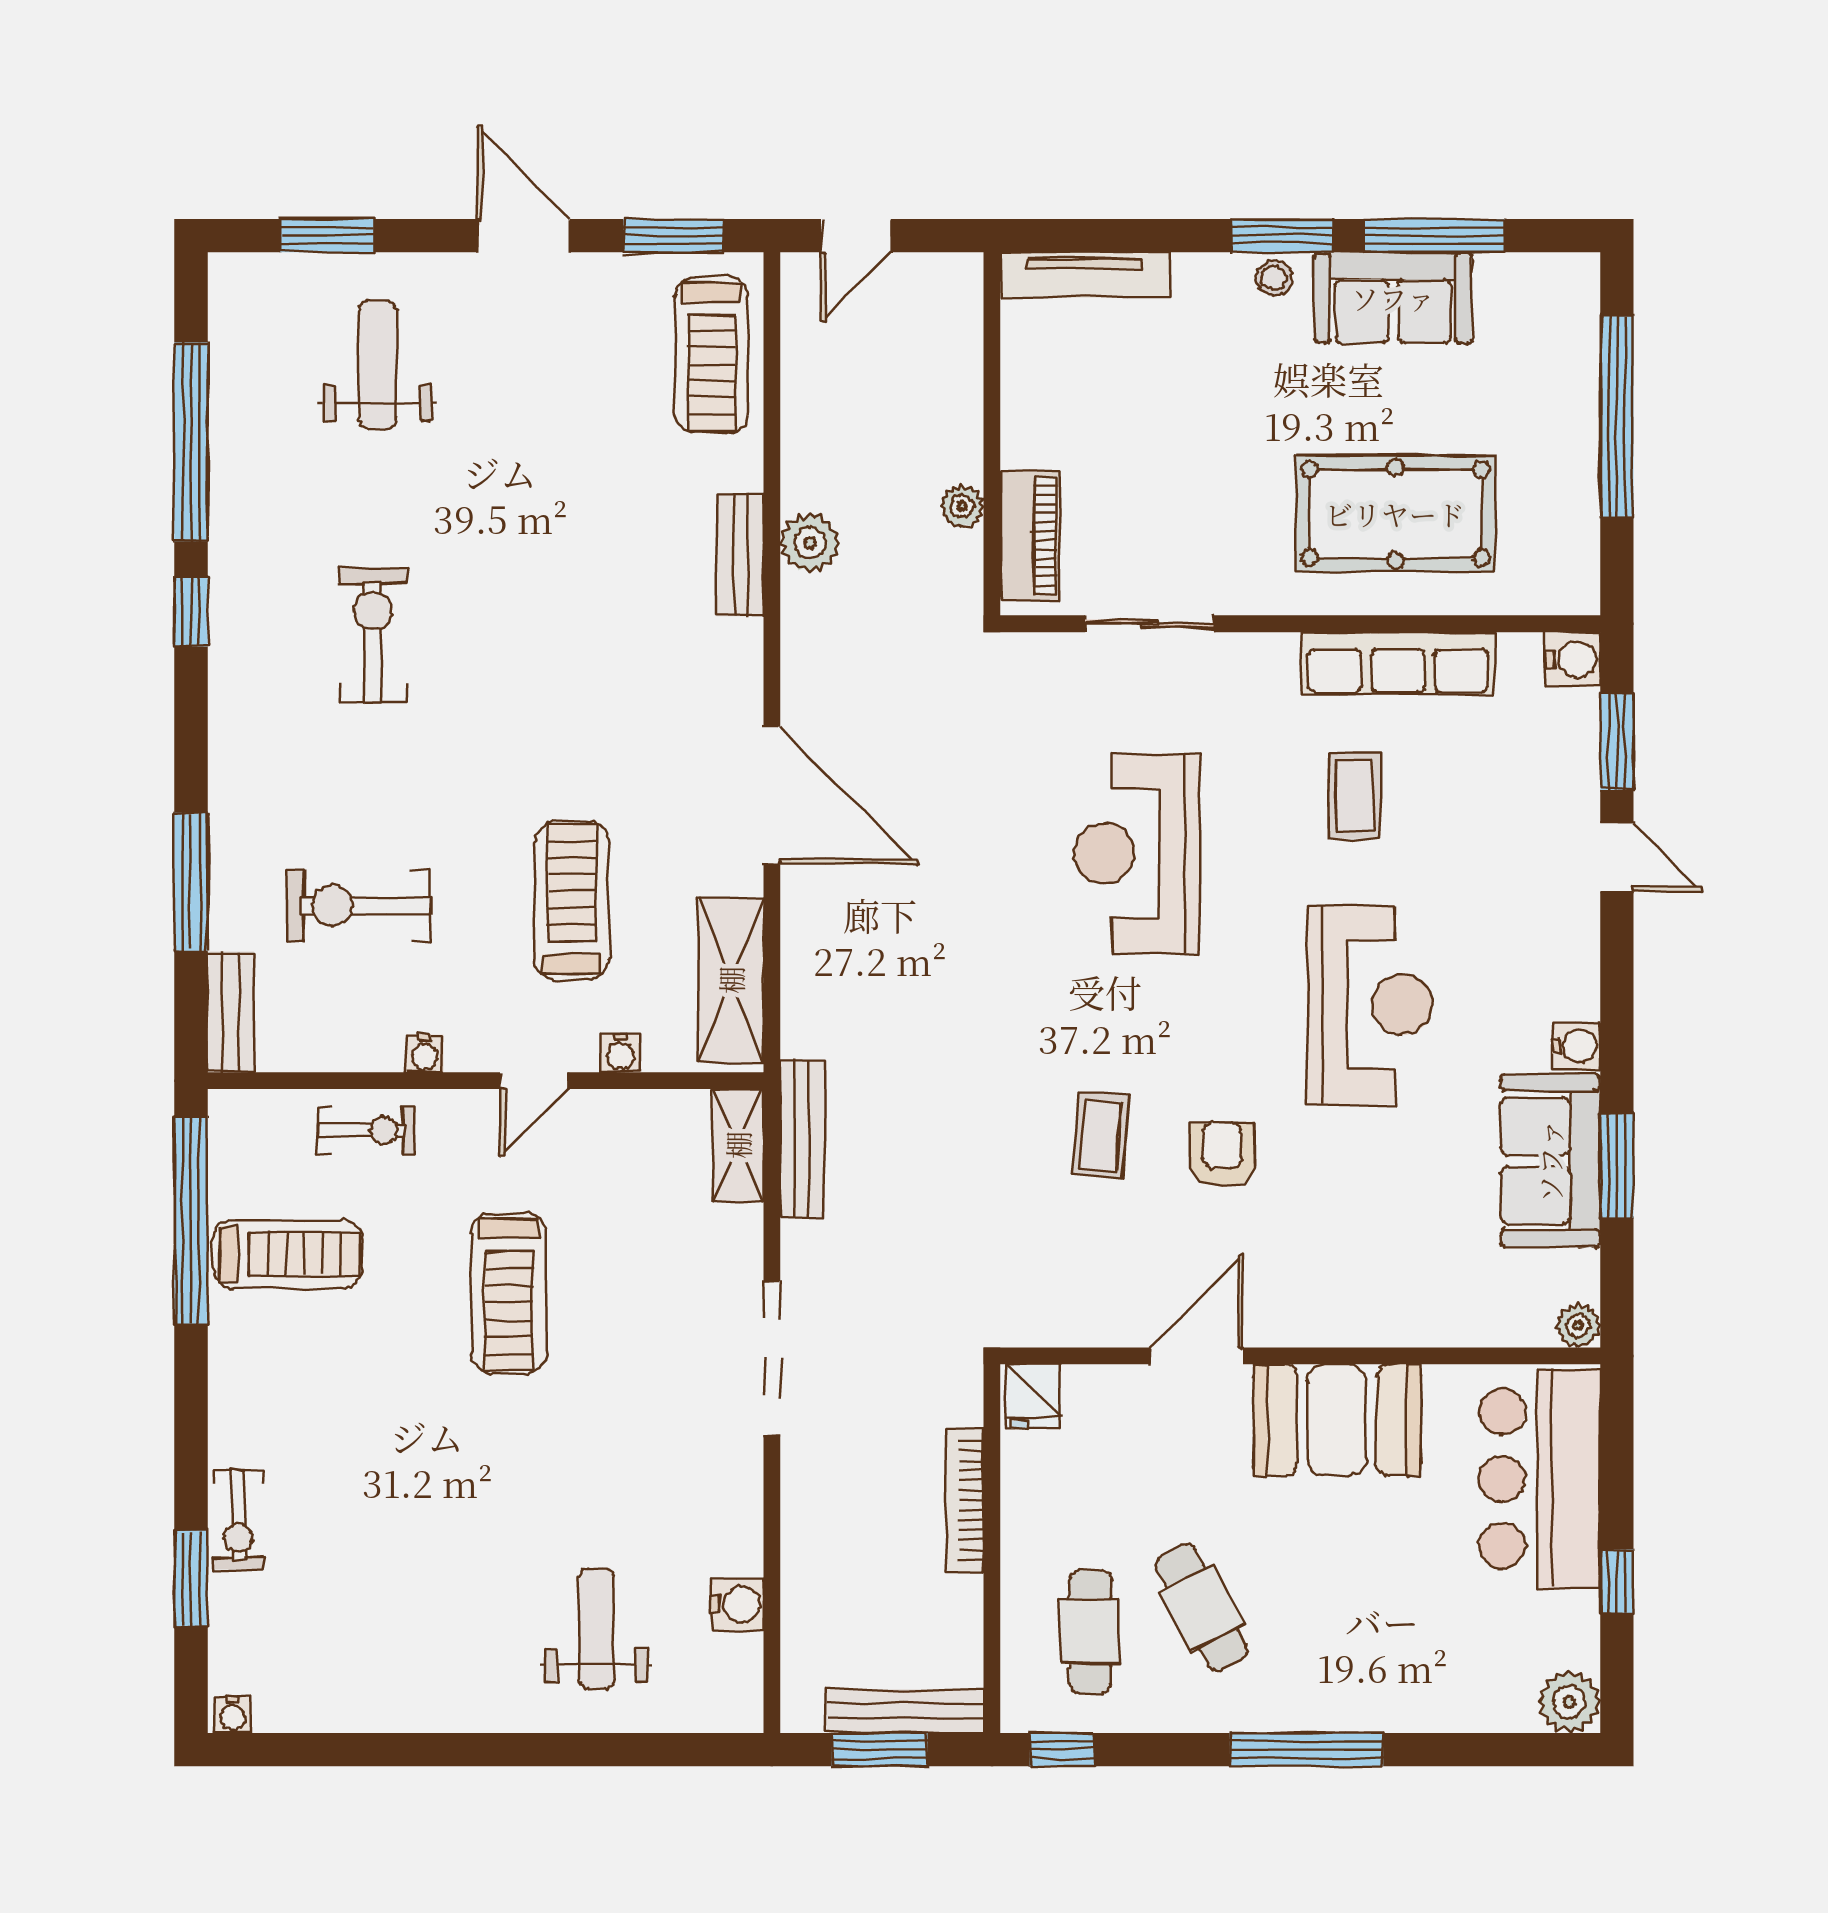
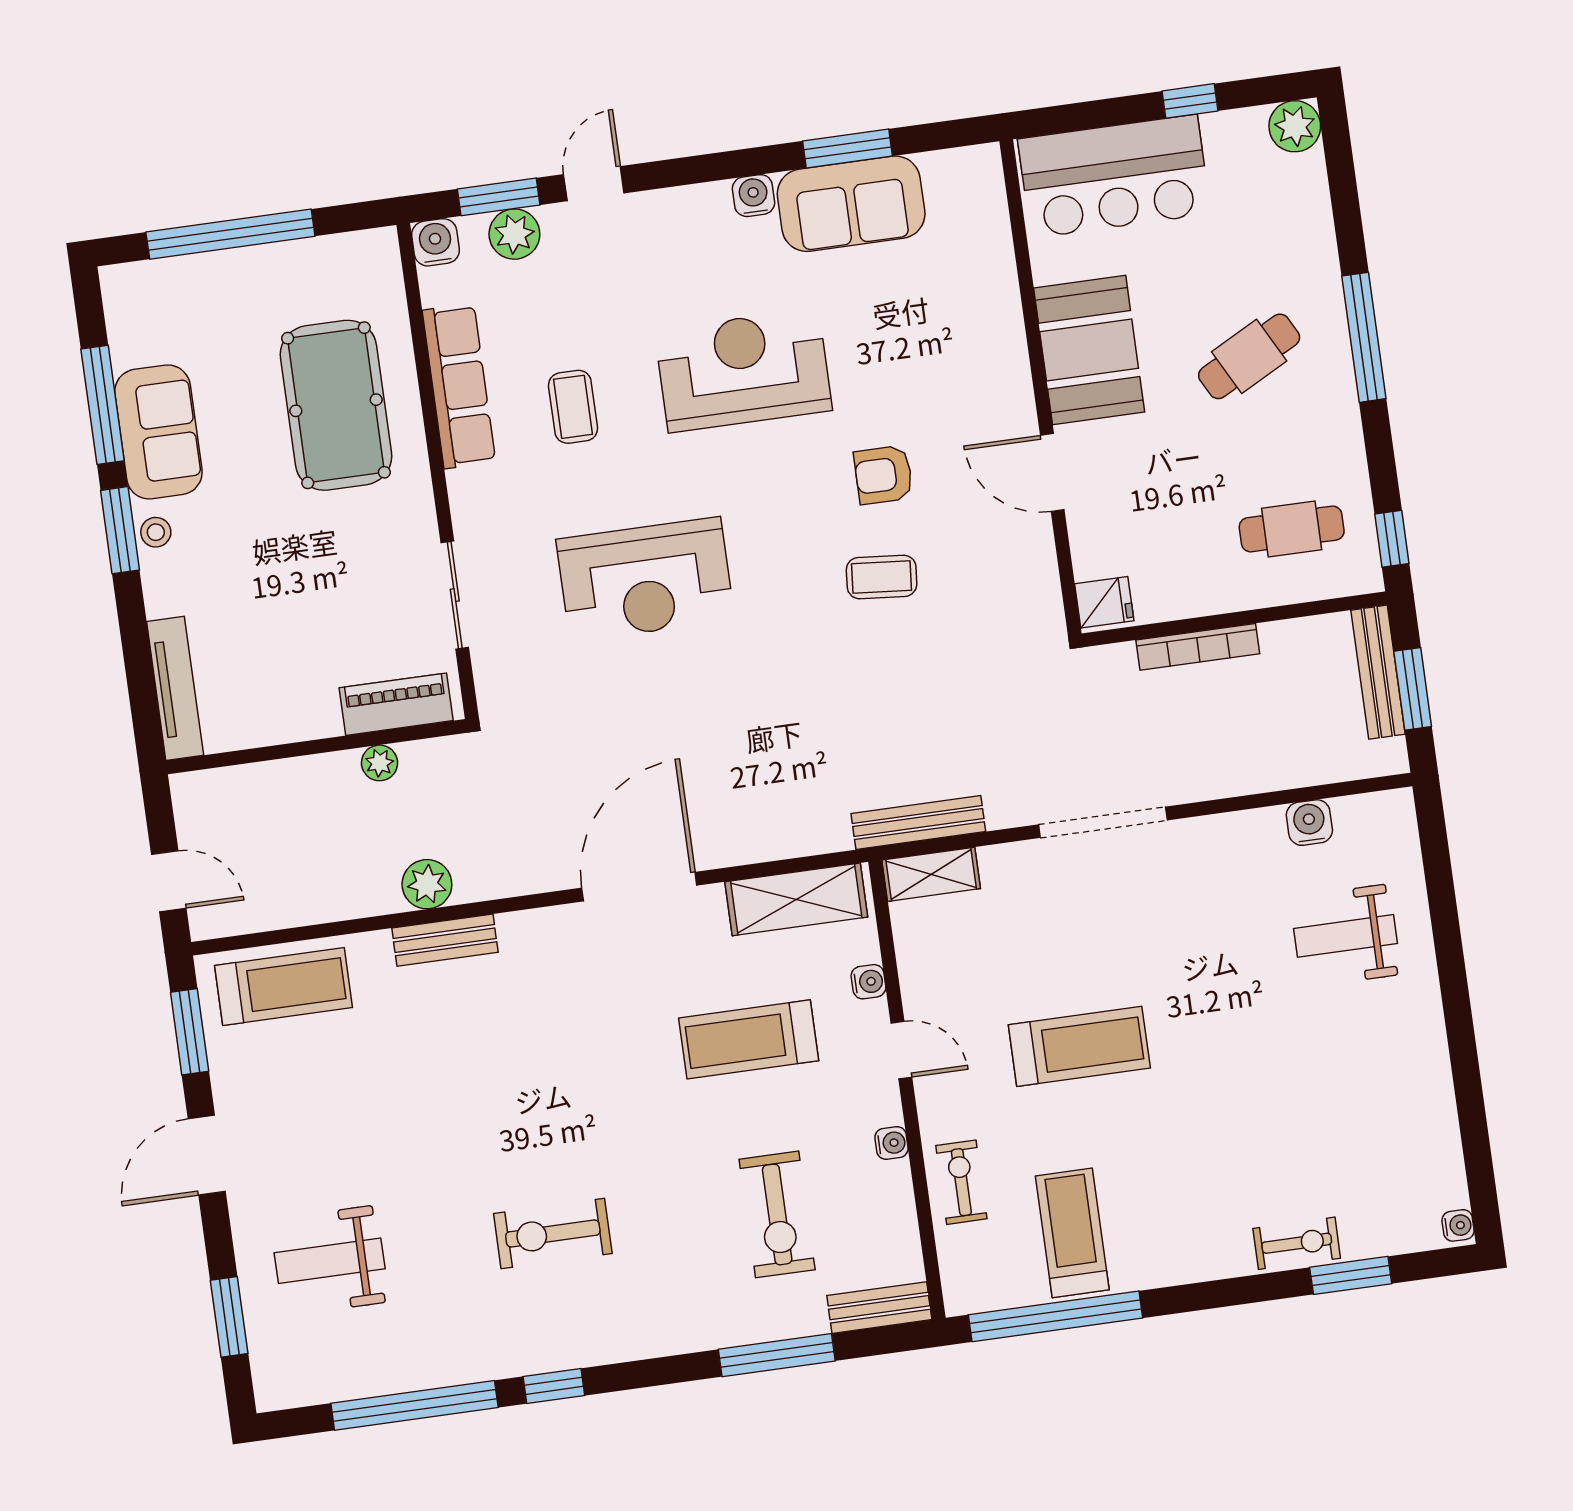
coffee table: (1354, 796) -> (573, 407), turned 90
plant: (1578, 1326) -> (514, 234), moved, width x1.38, depth x1.38
cafe table: (1202, 1608) -> (1249, 356), moved

